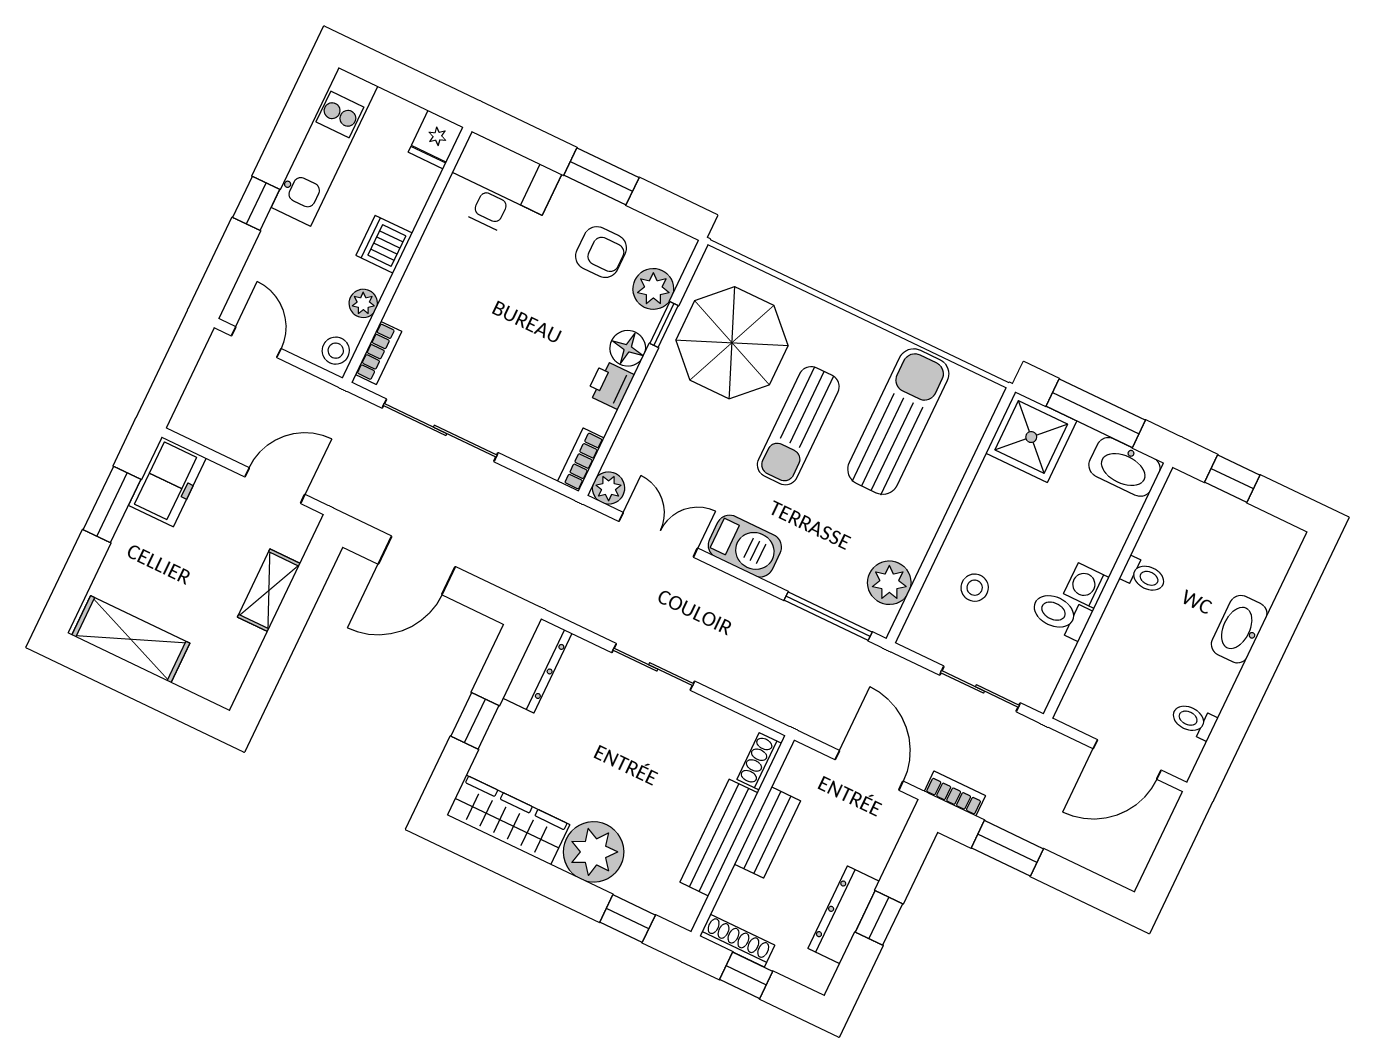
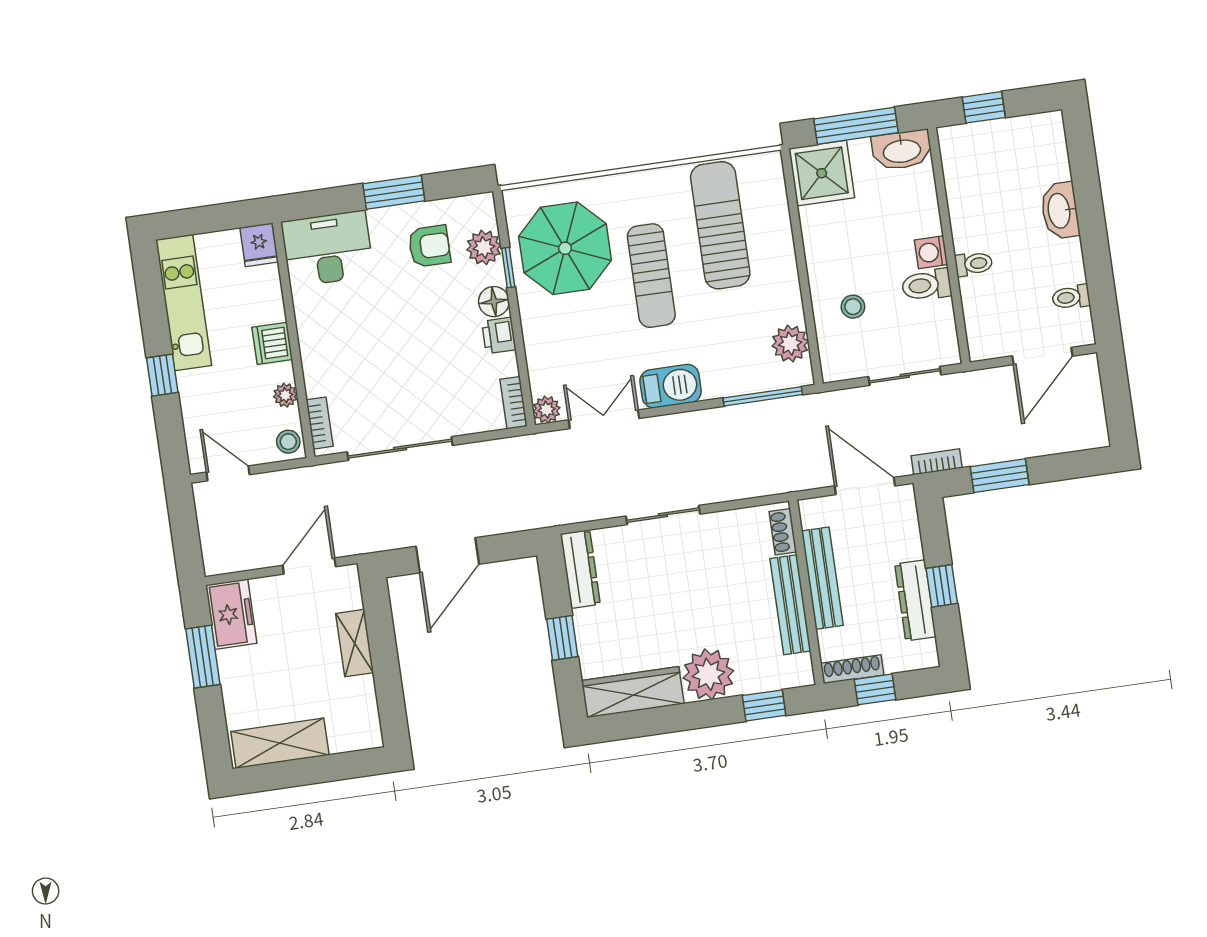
toilet: (1144, 576) -> (974, 264), moved
bench: (767, 832) -> (822, 578), width x1.36

